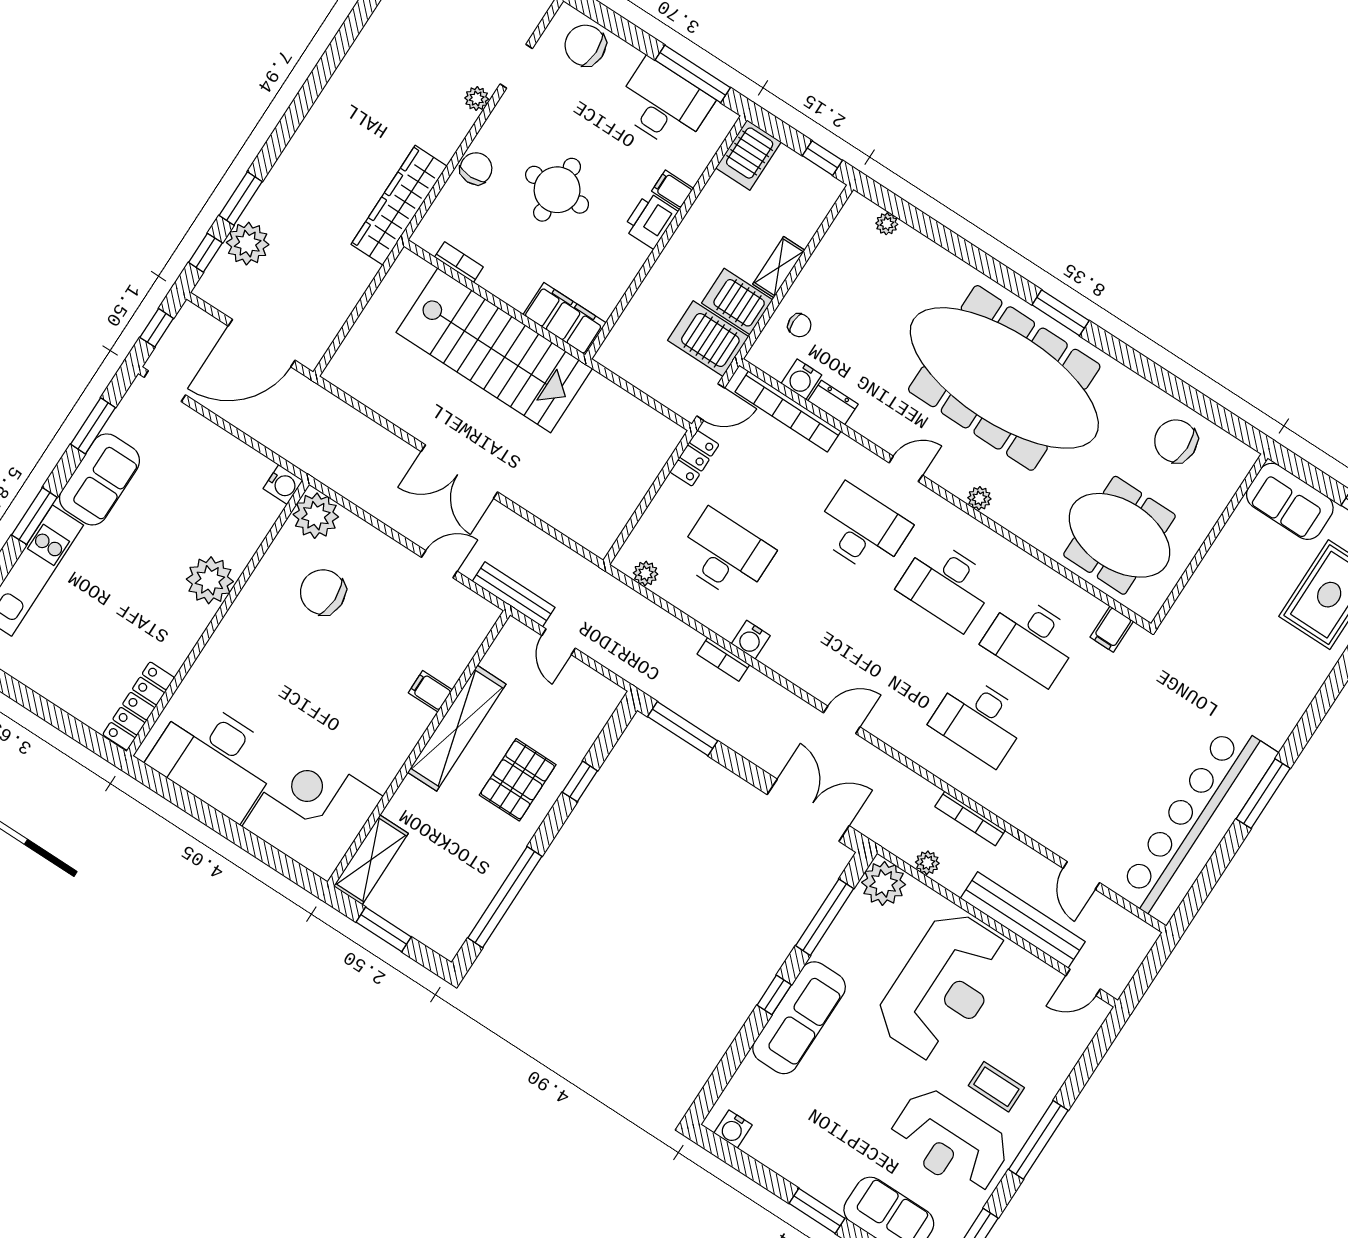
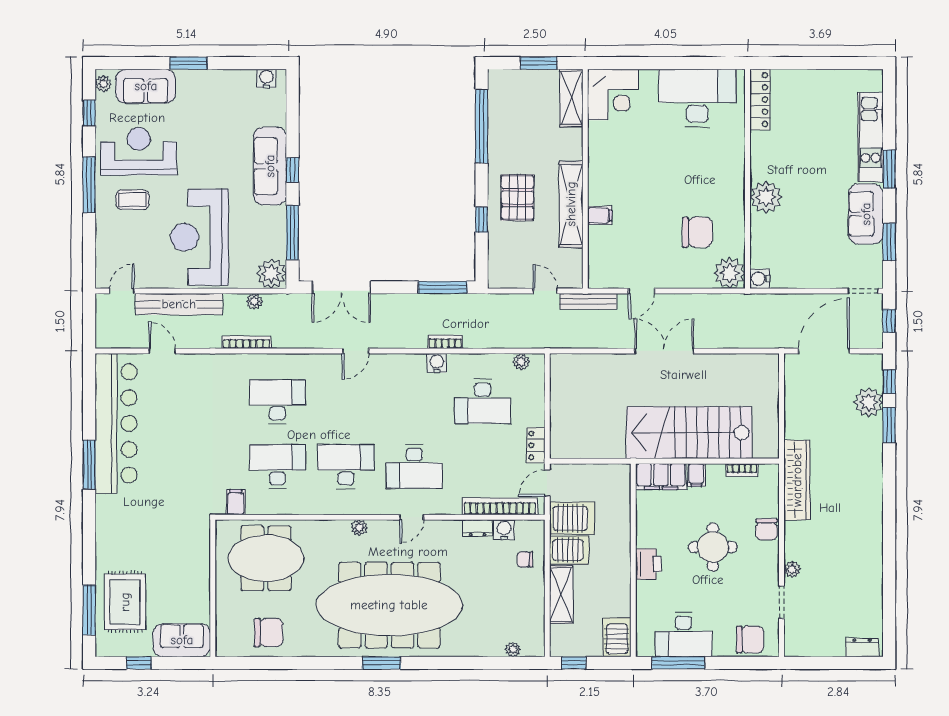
filing cabinet: (673, 190) -> (696, 475), moved, turned 90
shelving: (779, 267) -> (561, 595), width x1.50, depth x1.33
corner desk: (312, 812) -> (613, 95), width x0.74, depth x0.74

